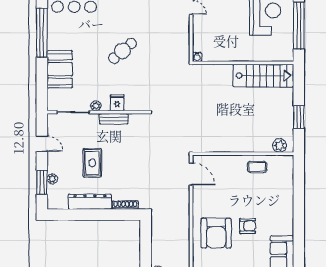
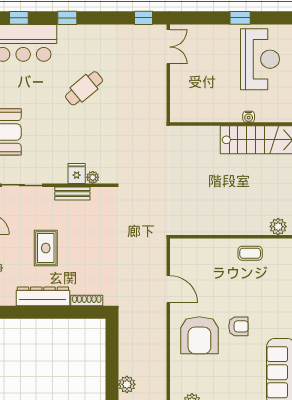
cafe table: (123, 51) -> (84, 88), moved
water cooler: (197, 57) -> (249, 117), moved
plant: (96, 106) -> (93, 177), moved
door: (191, 174) -> (168, 289), moved

